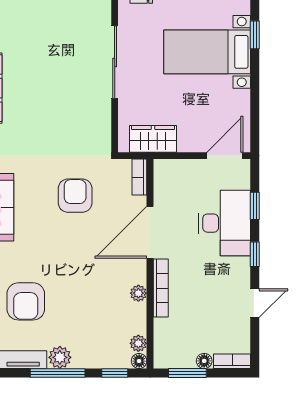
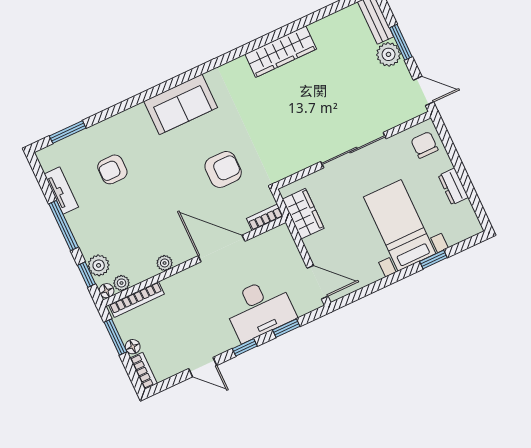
bookcase: (161, 288) -> (136, 299), moved
armchair: (26, 301) -> (112, 169), width x0.72, depth x0.72
plant: (60, 357) -> (99, 265), moved

